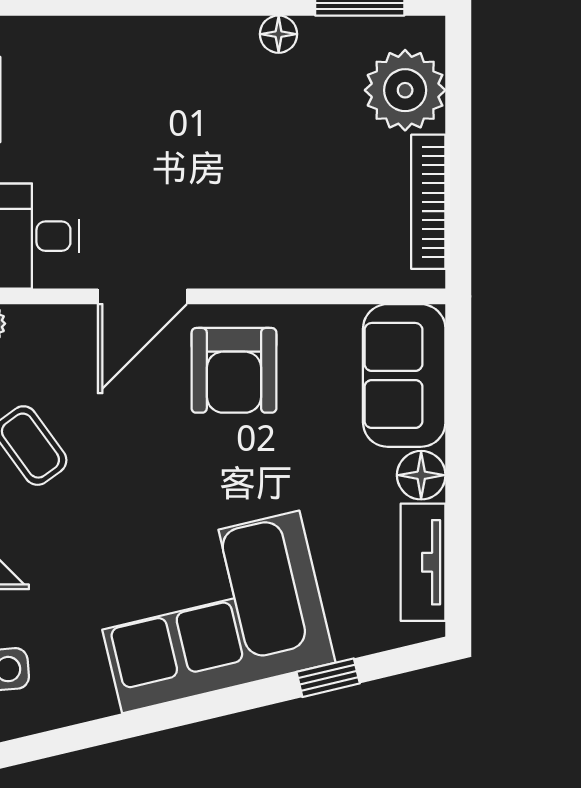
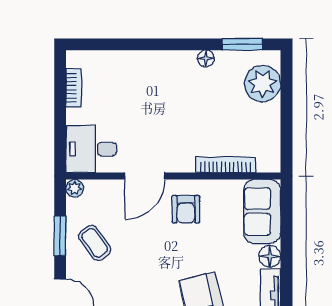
bookcase: (428, 202) -> (226, 165), moved, turned 90
armchair: (234, 370) -> (186, 209), width x0.72, depth x0.72

